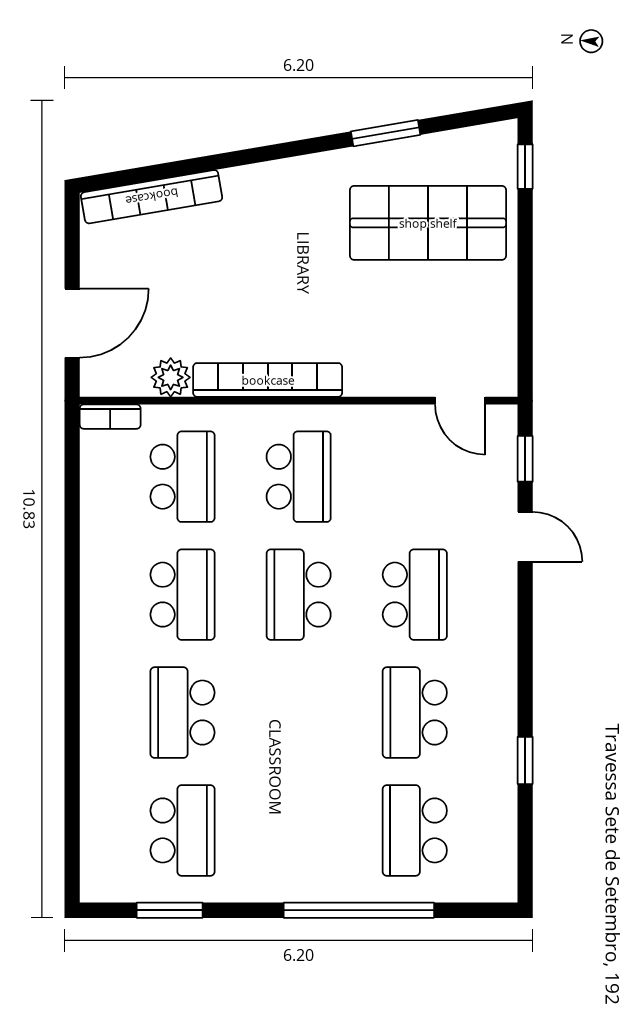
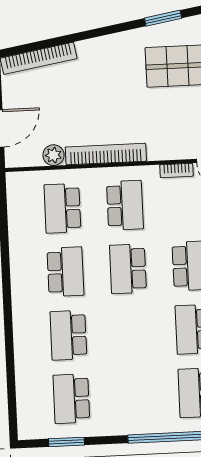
bookcase: (110, 417) -> (176, 170), moved
school desk: (182, 477) -> (62, 208), turned 180
school desk: (182, 830) -> (71, 399), turned 180

